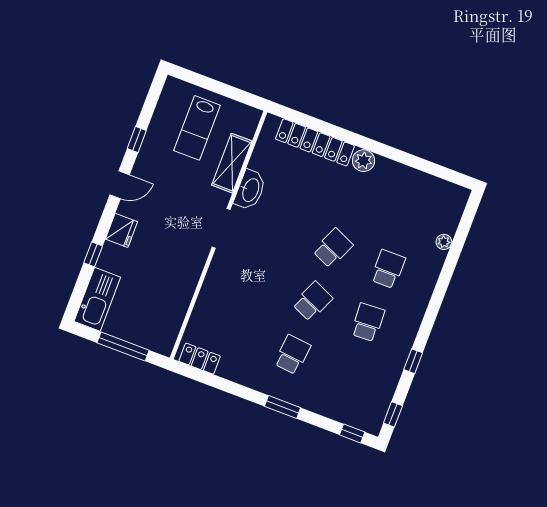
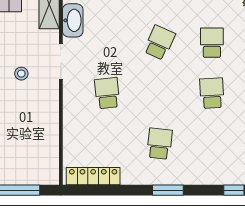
stool: (175, 225) -> (21, 74), added
school desk: (313, 301) -> (107, 93), moved, turned -30
locker: (200, 359) -> (93, 176), width x1.53

